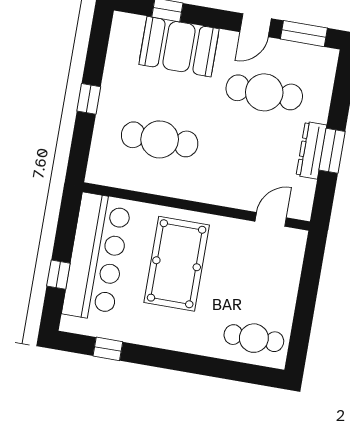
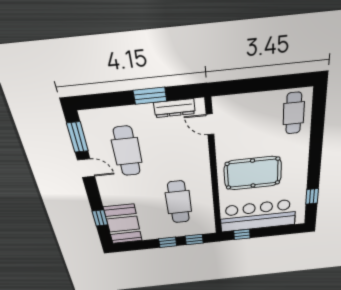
booth: (179, 47) -> (123, 224), moved
window: (81, 143) -> (194, 239), added
dresser: (311, 150) -> (174, 108), moved
window: (58, 275) -> (242, 234), moved

